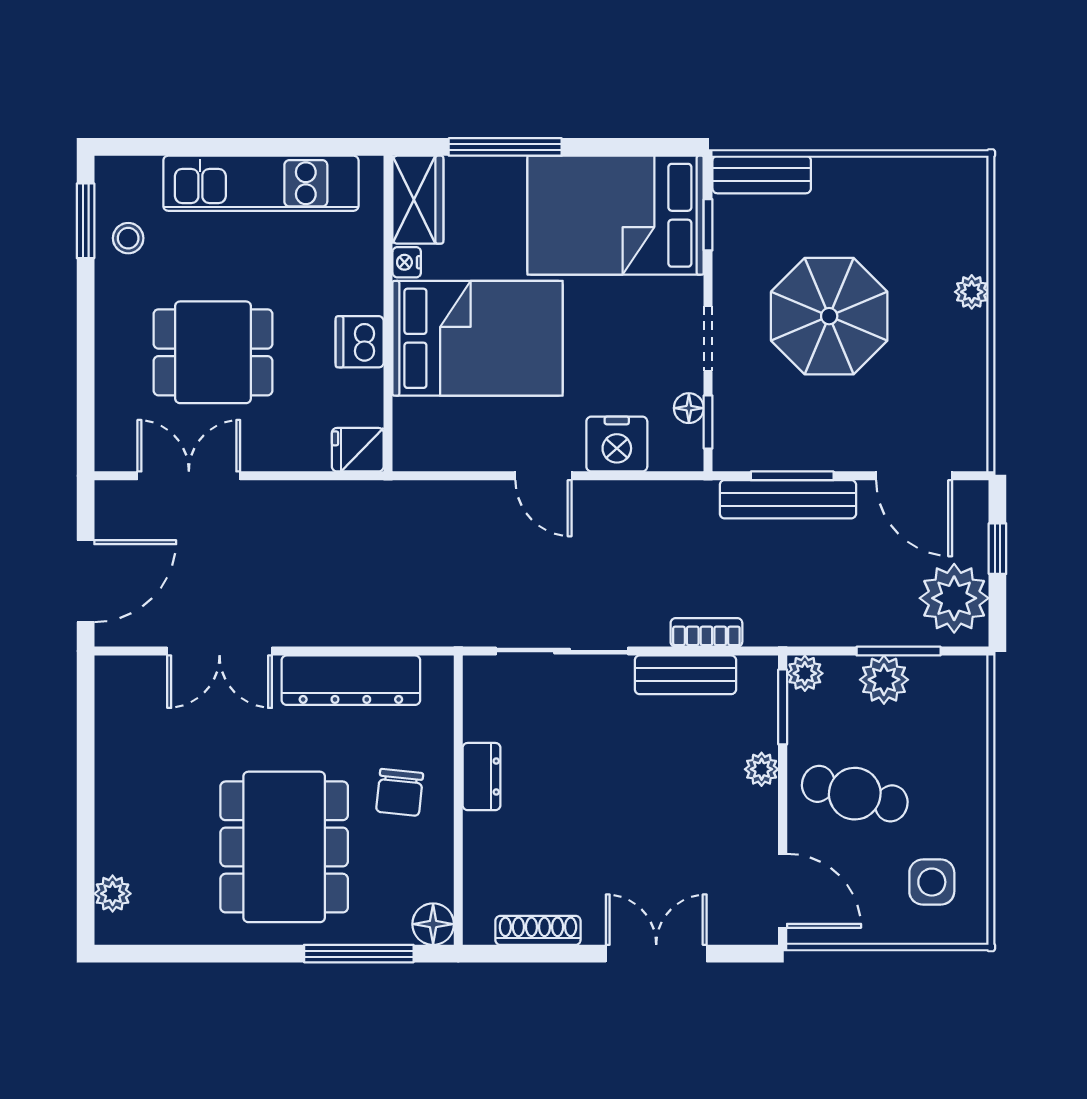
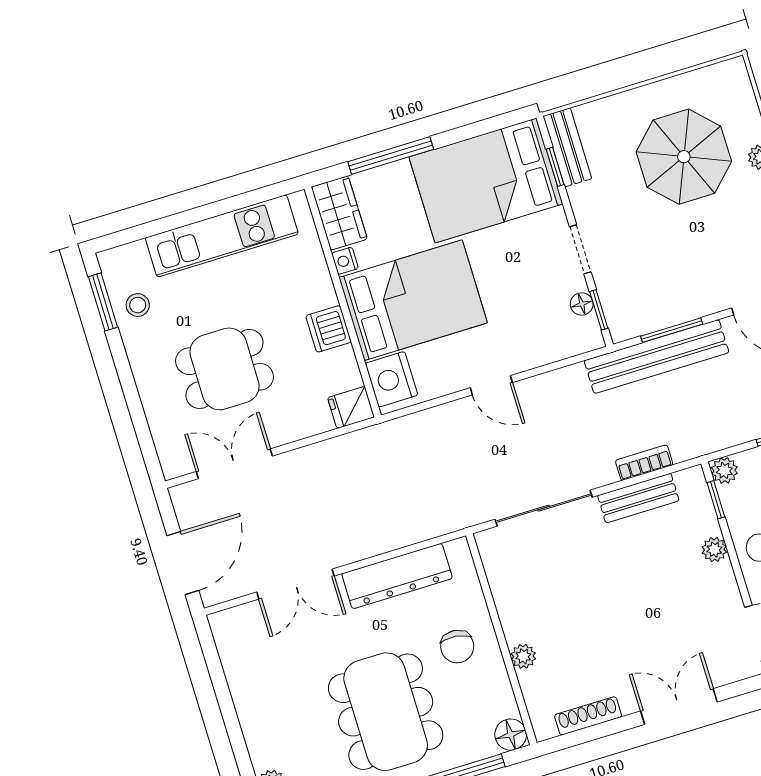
bench: (762, 175) -> (567, 147), moved, turned 90
parasol: (829, 316) -> (684, 157), moved
nightstand: (617, 444) -> (392, 379), moved, turned 90
bench: (788, 499) -> (656, 357), width x1.37, depth x1.21
window: (783, 707) -> (716, 500), width x0.67
dresser: (481, 777) -> (513, 617), removed
plant: (479, 830) -> (523, 656), added

